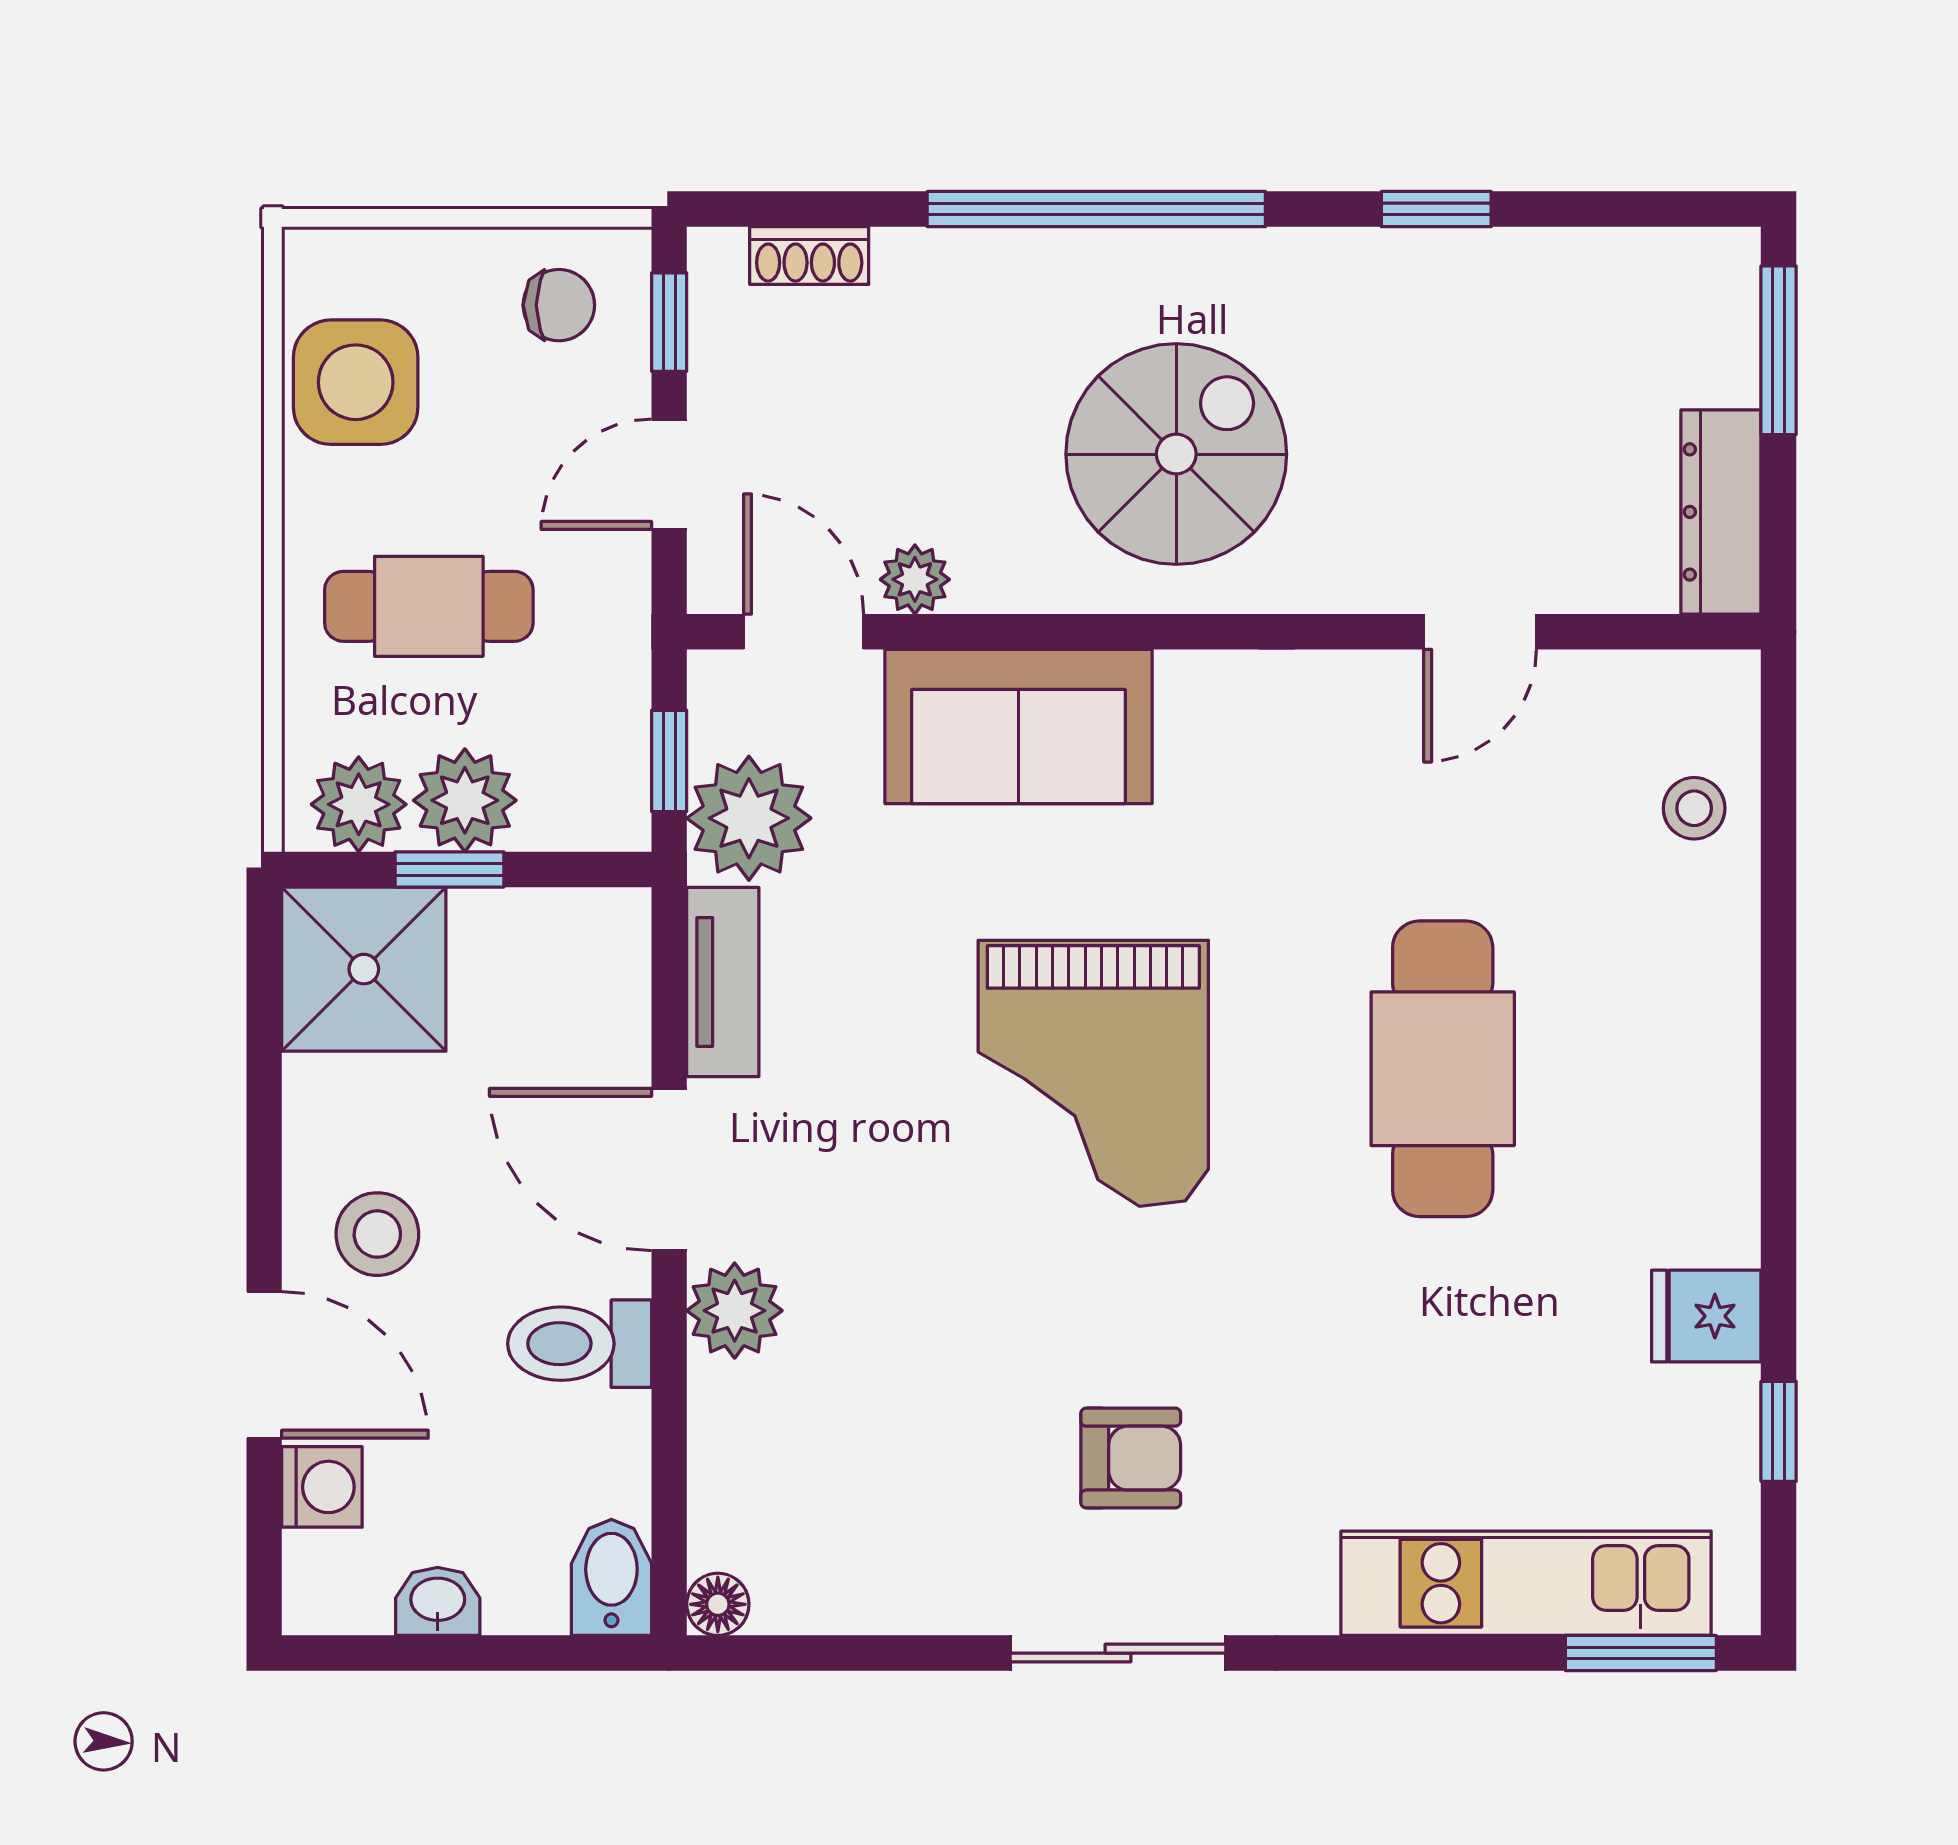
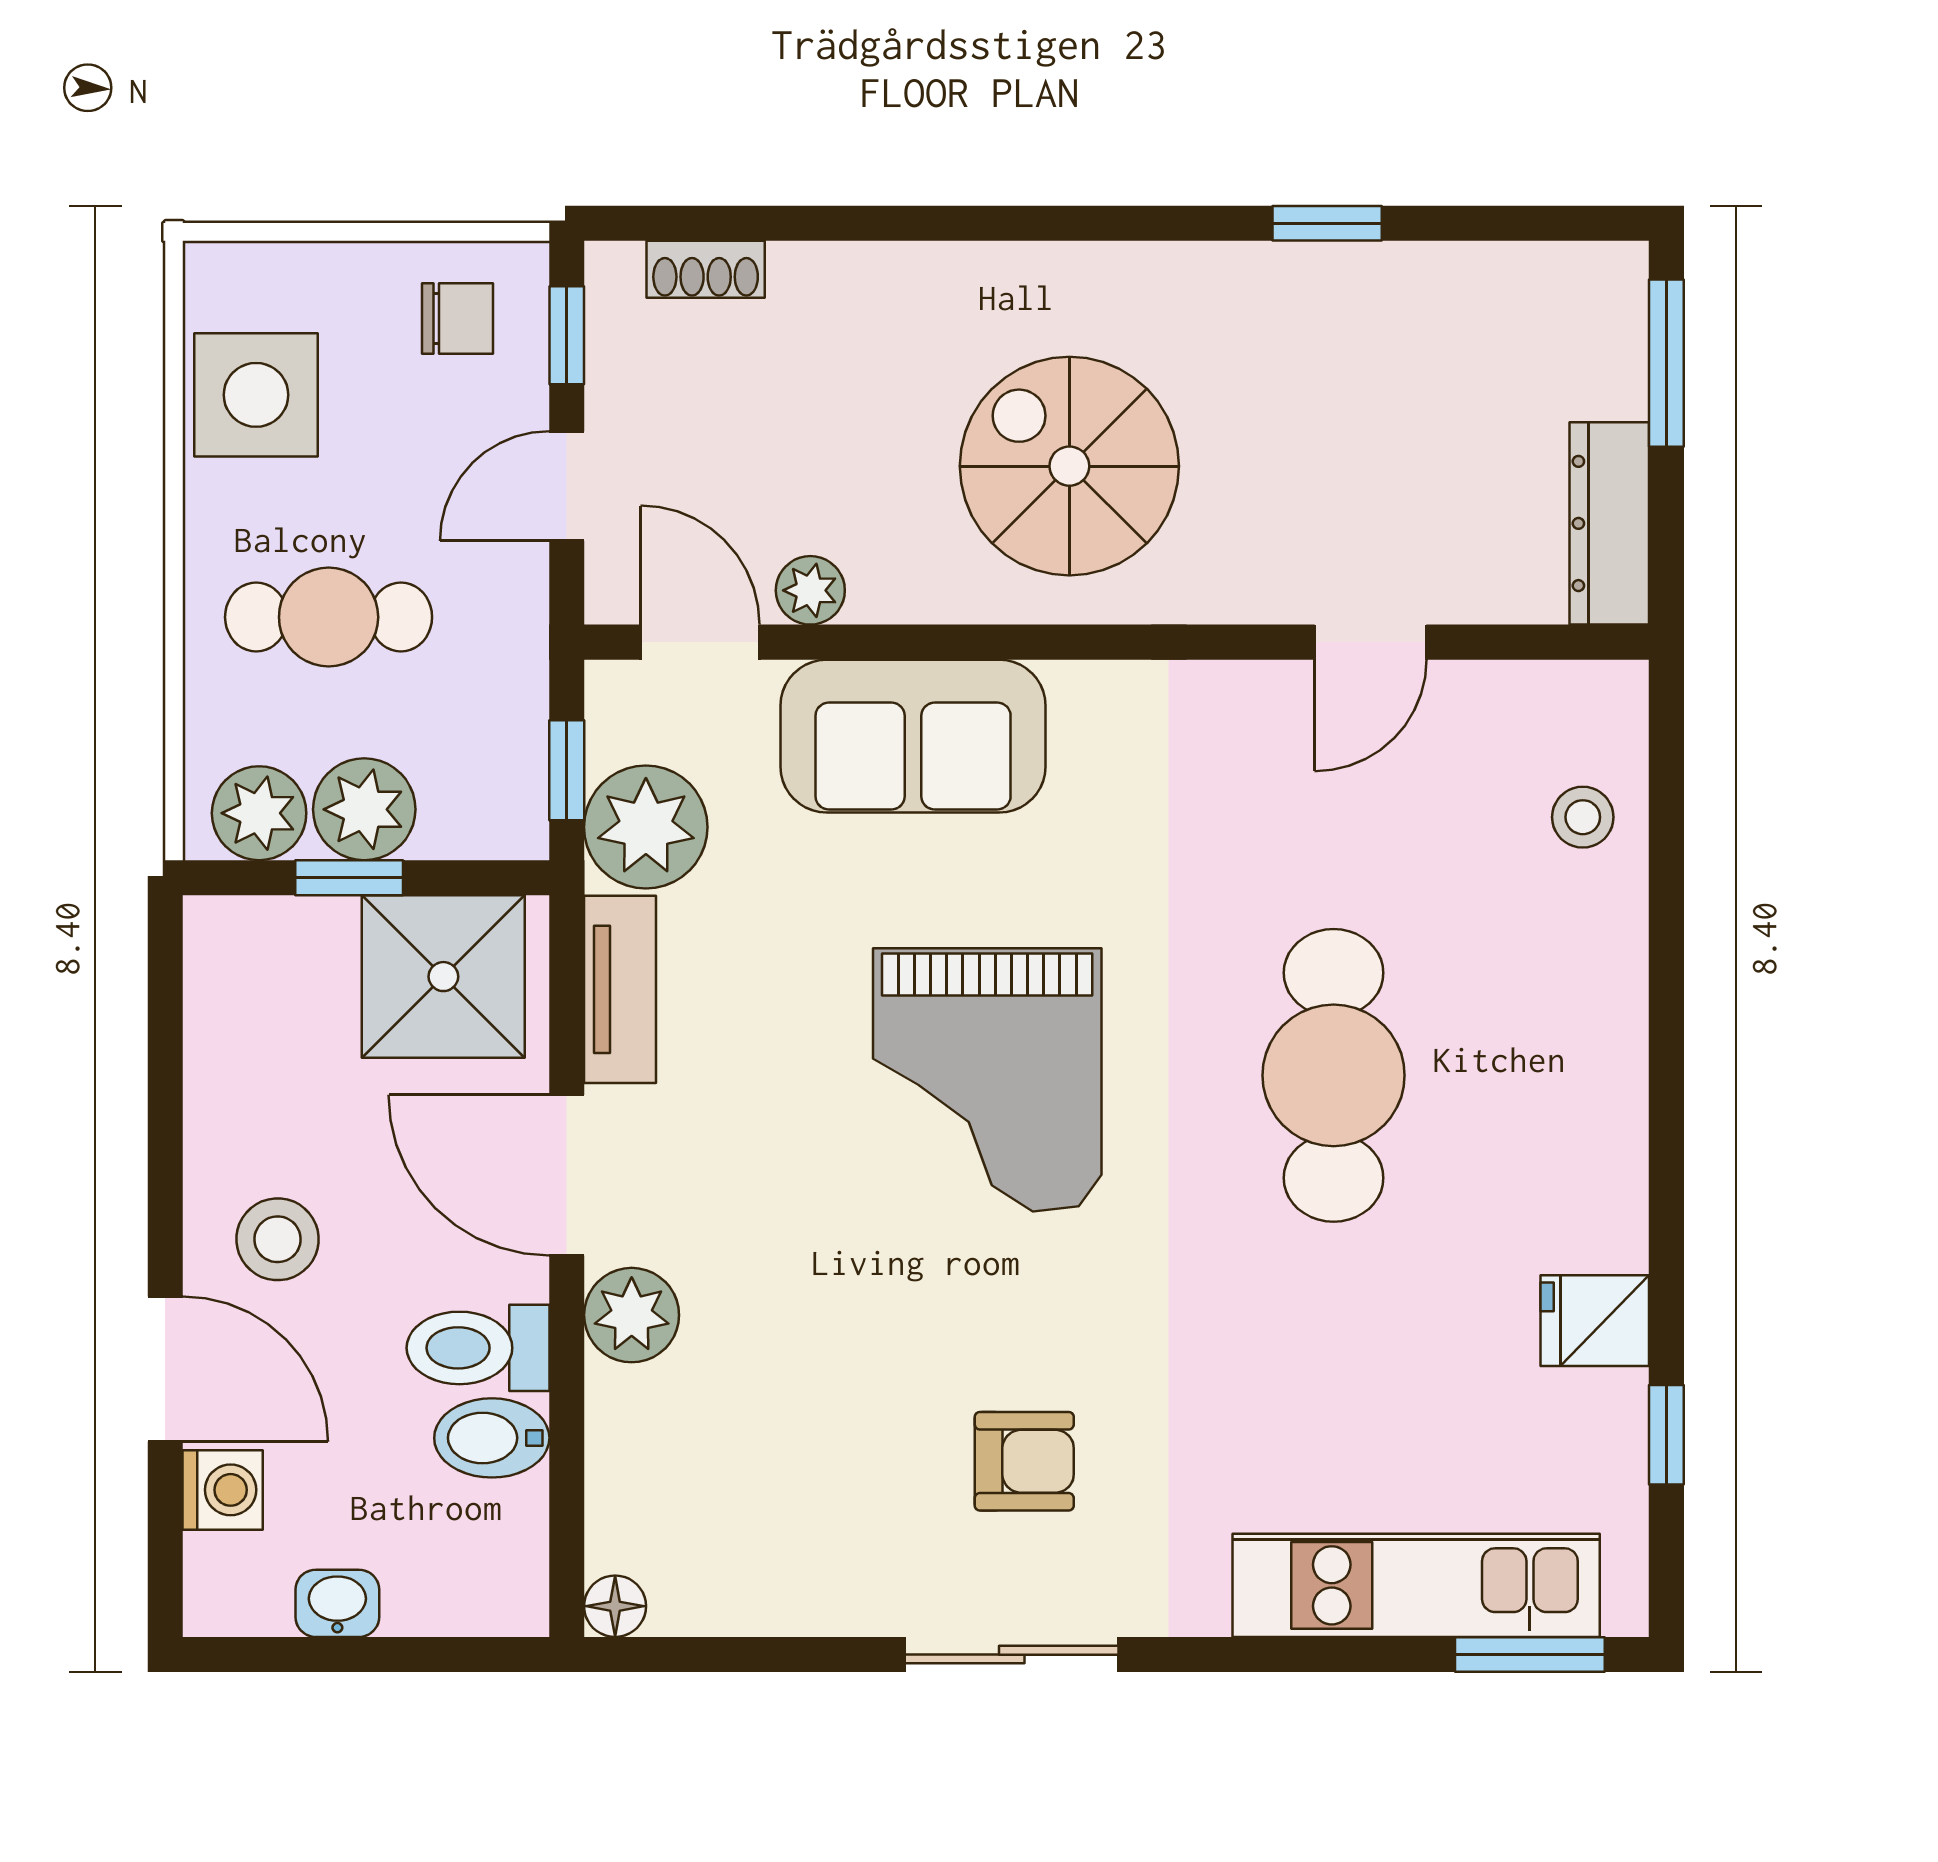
window: (1096, 209) -> (990, 223), removed
spiral stairs: (1176, 454) -> (1069, 466), turned -90
shower: (364, 969) -> (443, 977), moved
bidet: (611, 1577) -> (492, 1438), moved, turned -90

